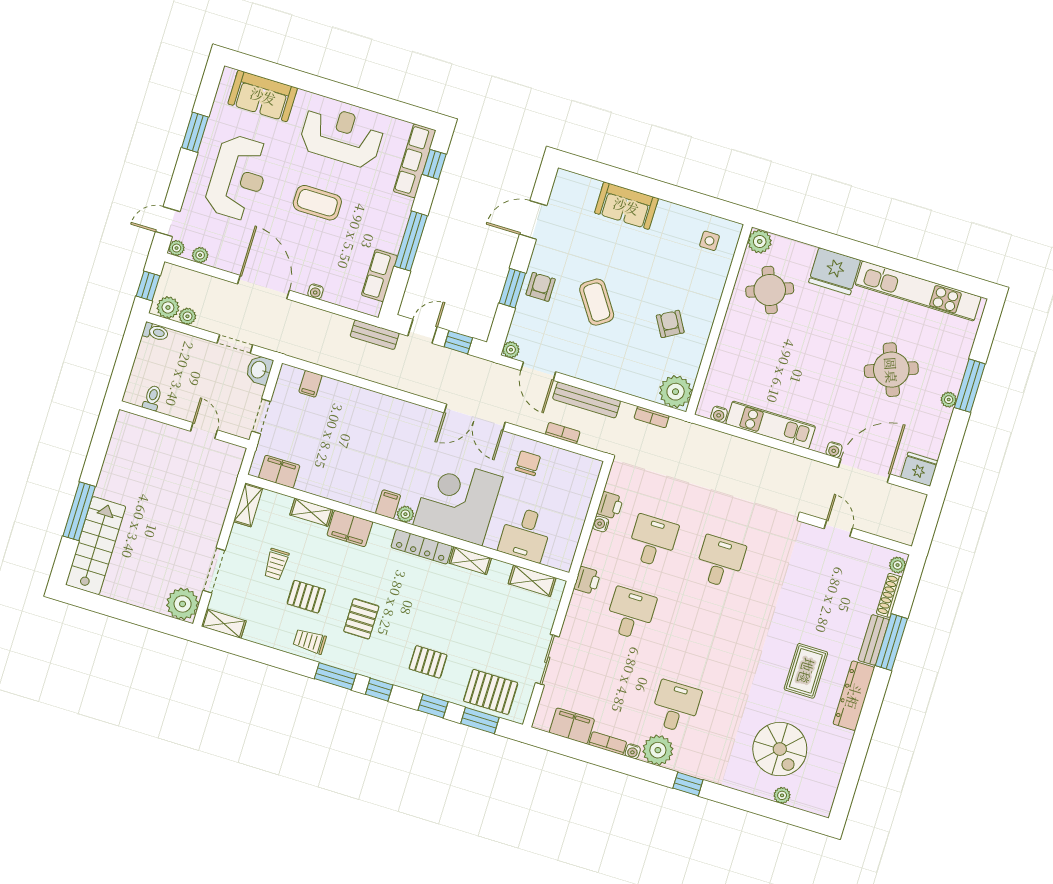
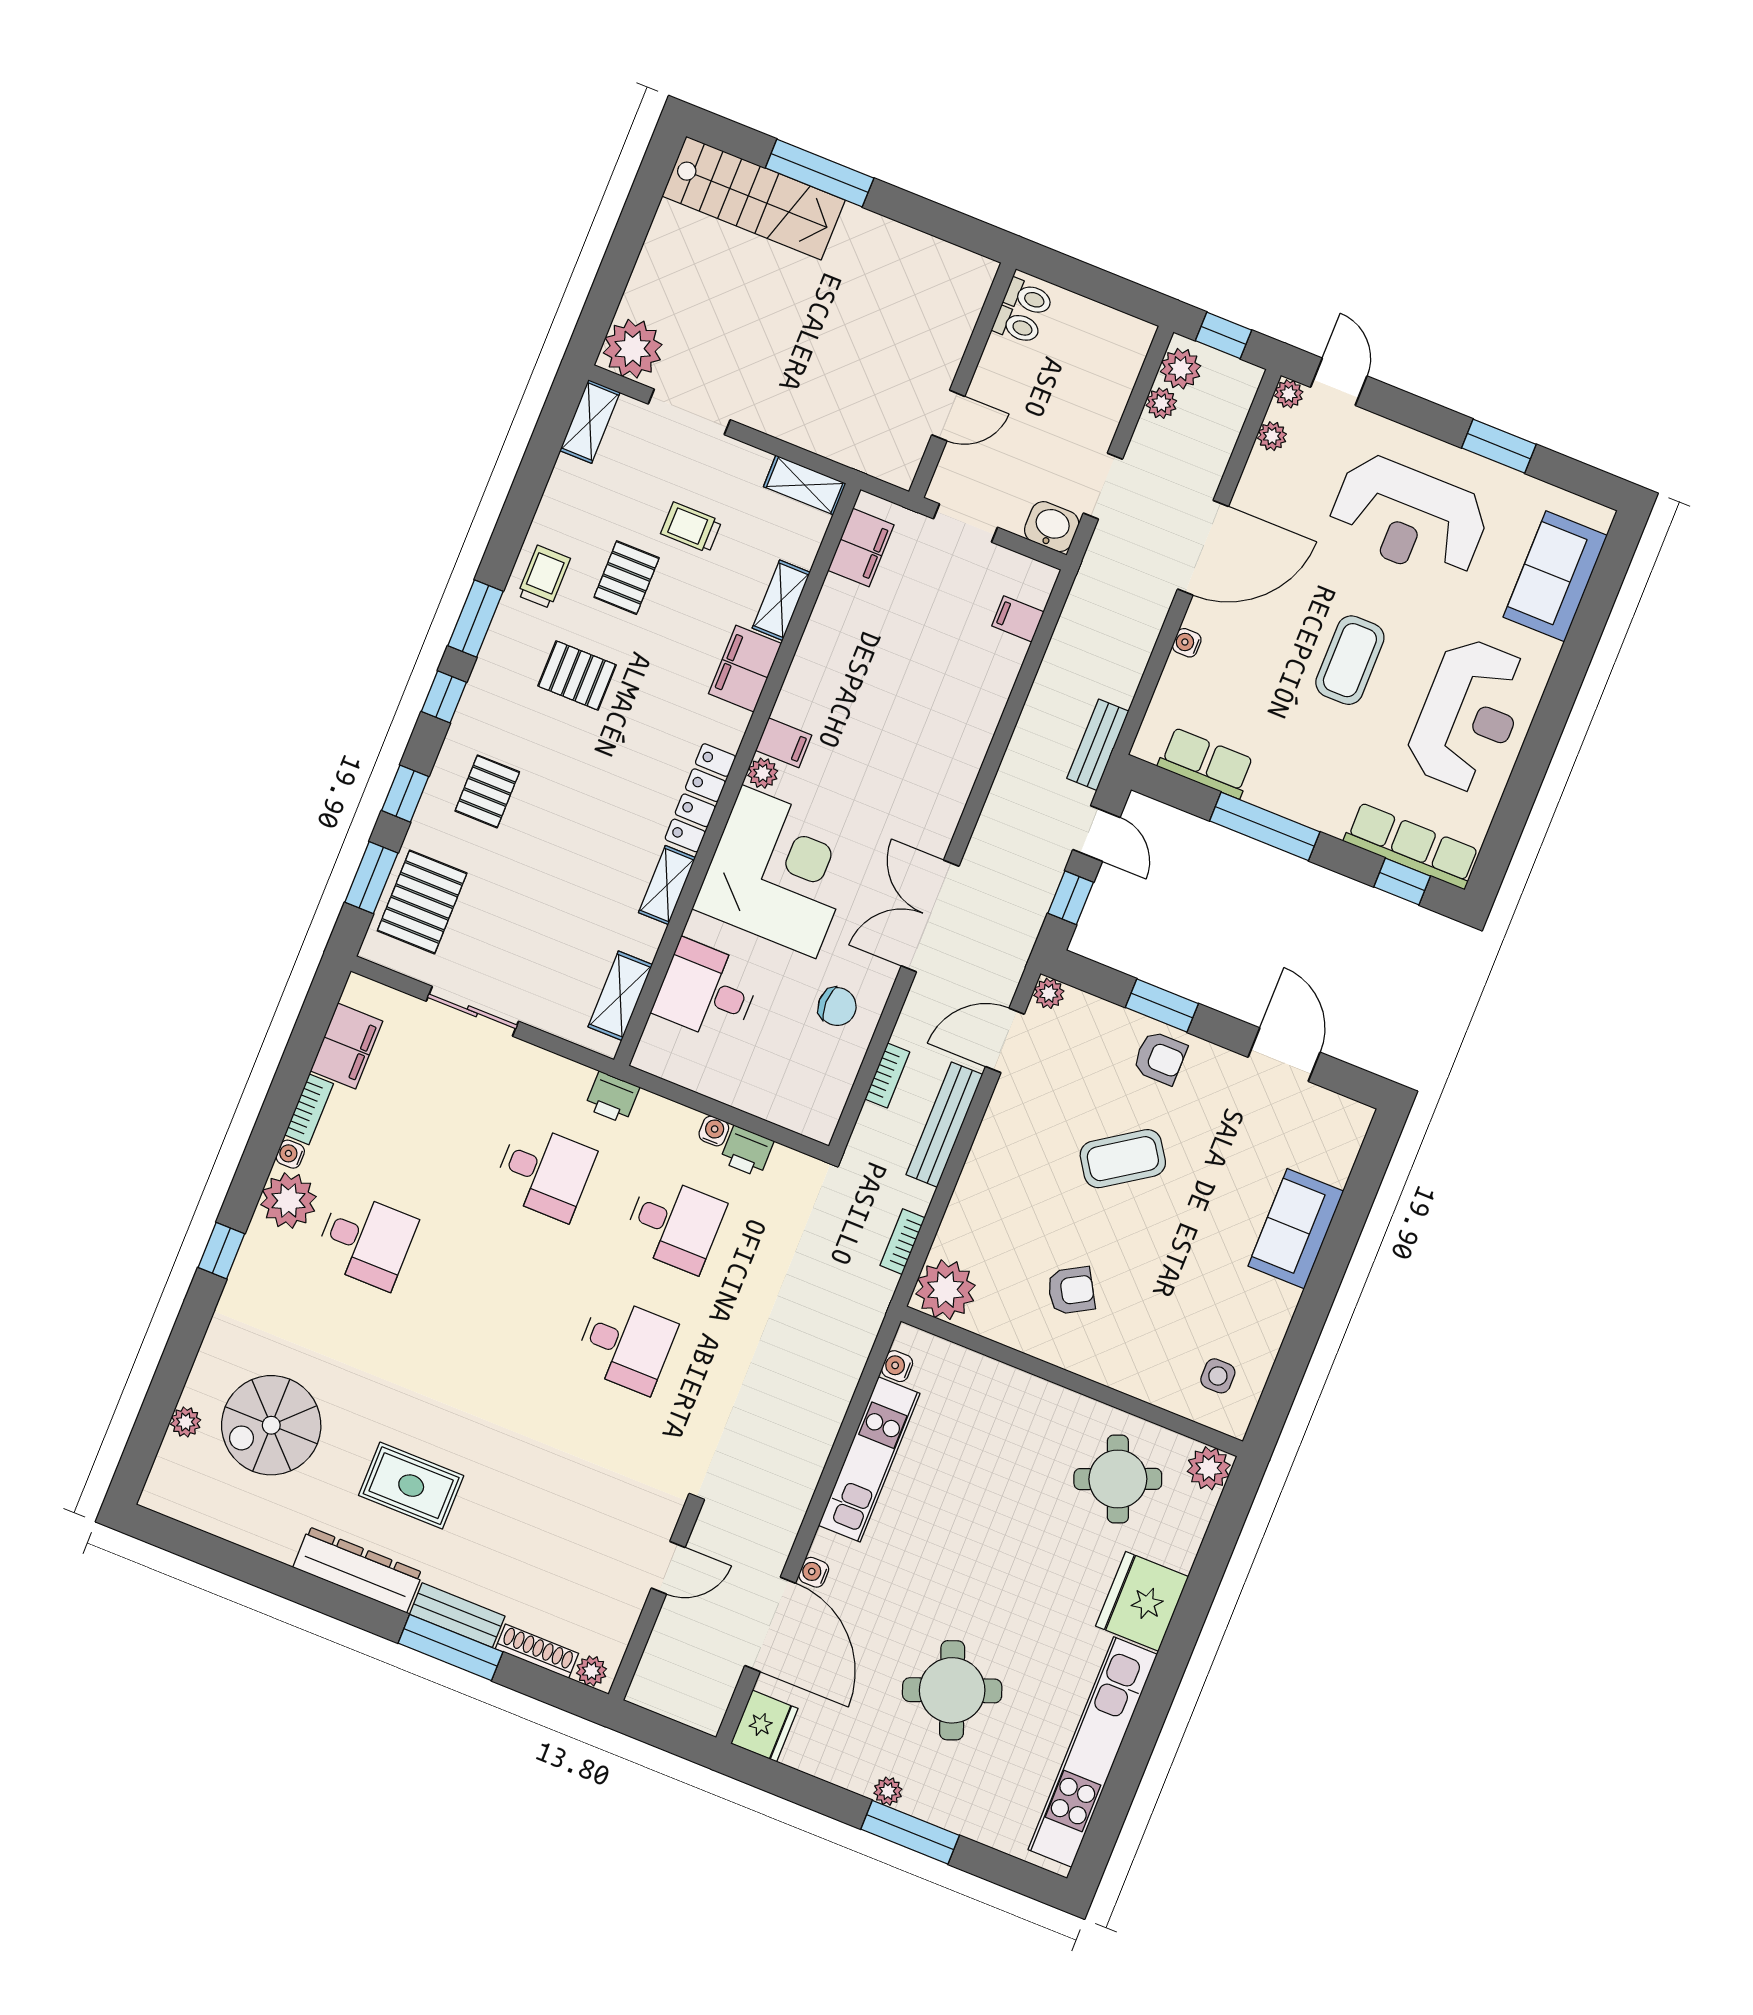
toilet: (156, 332) -> (1028, 297), moved, turned -90

